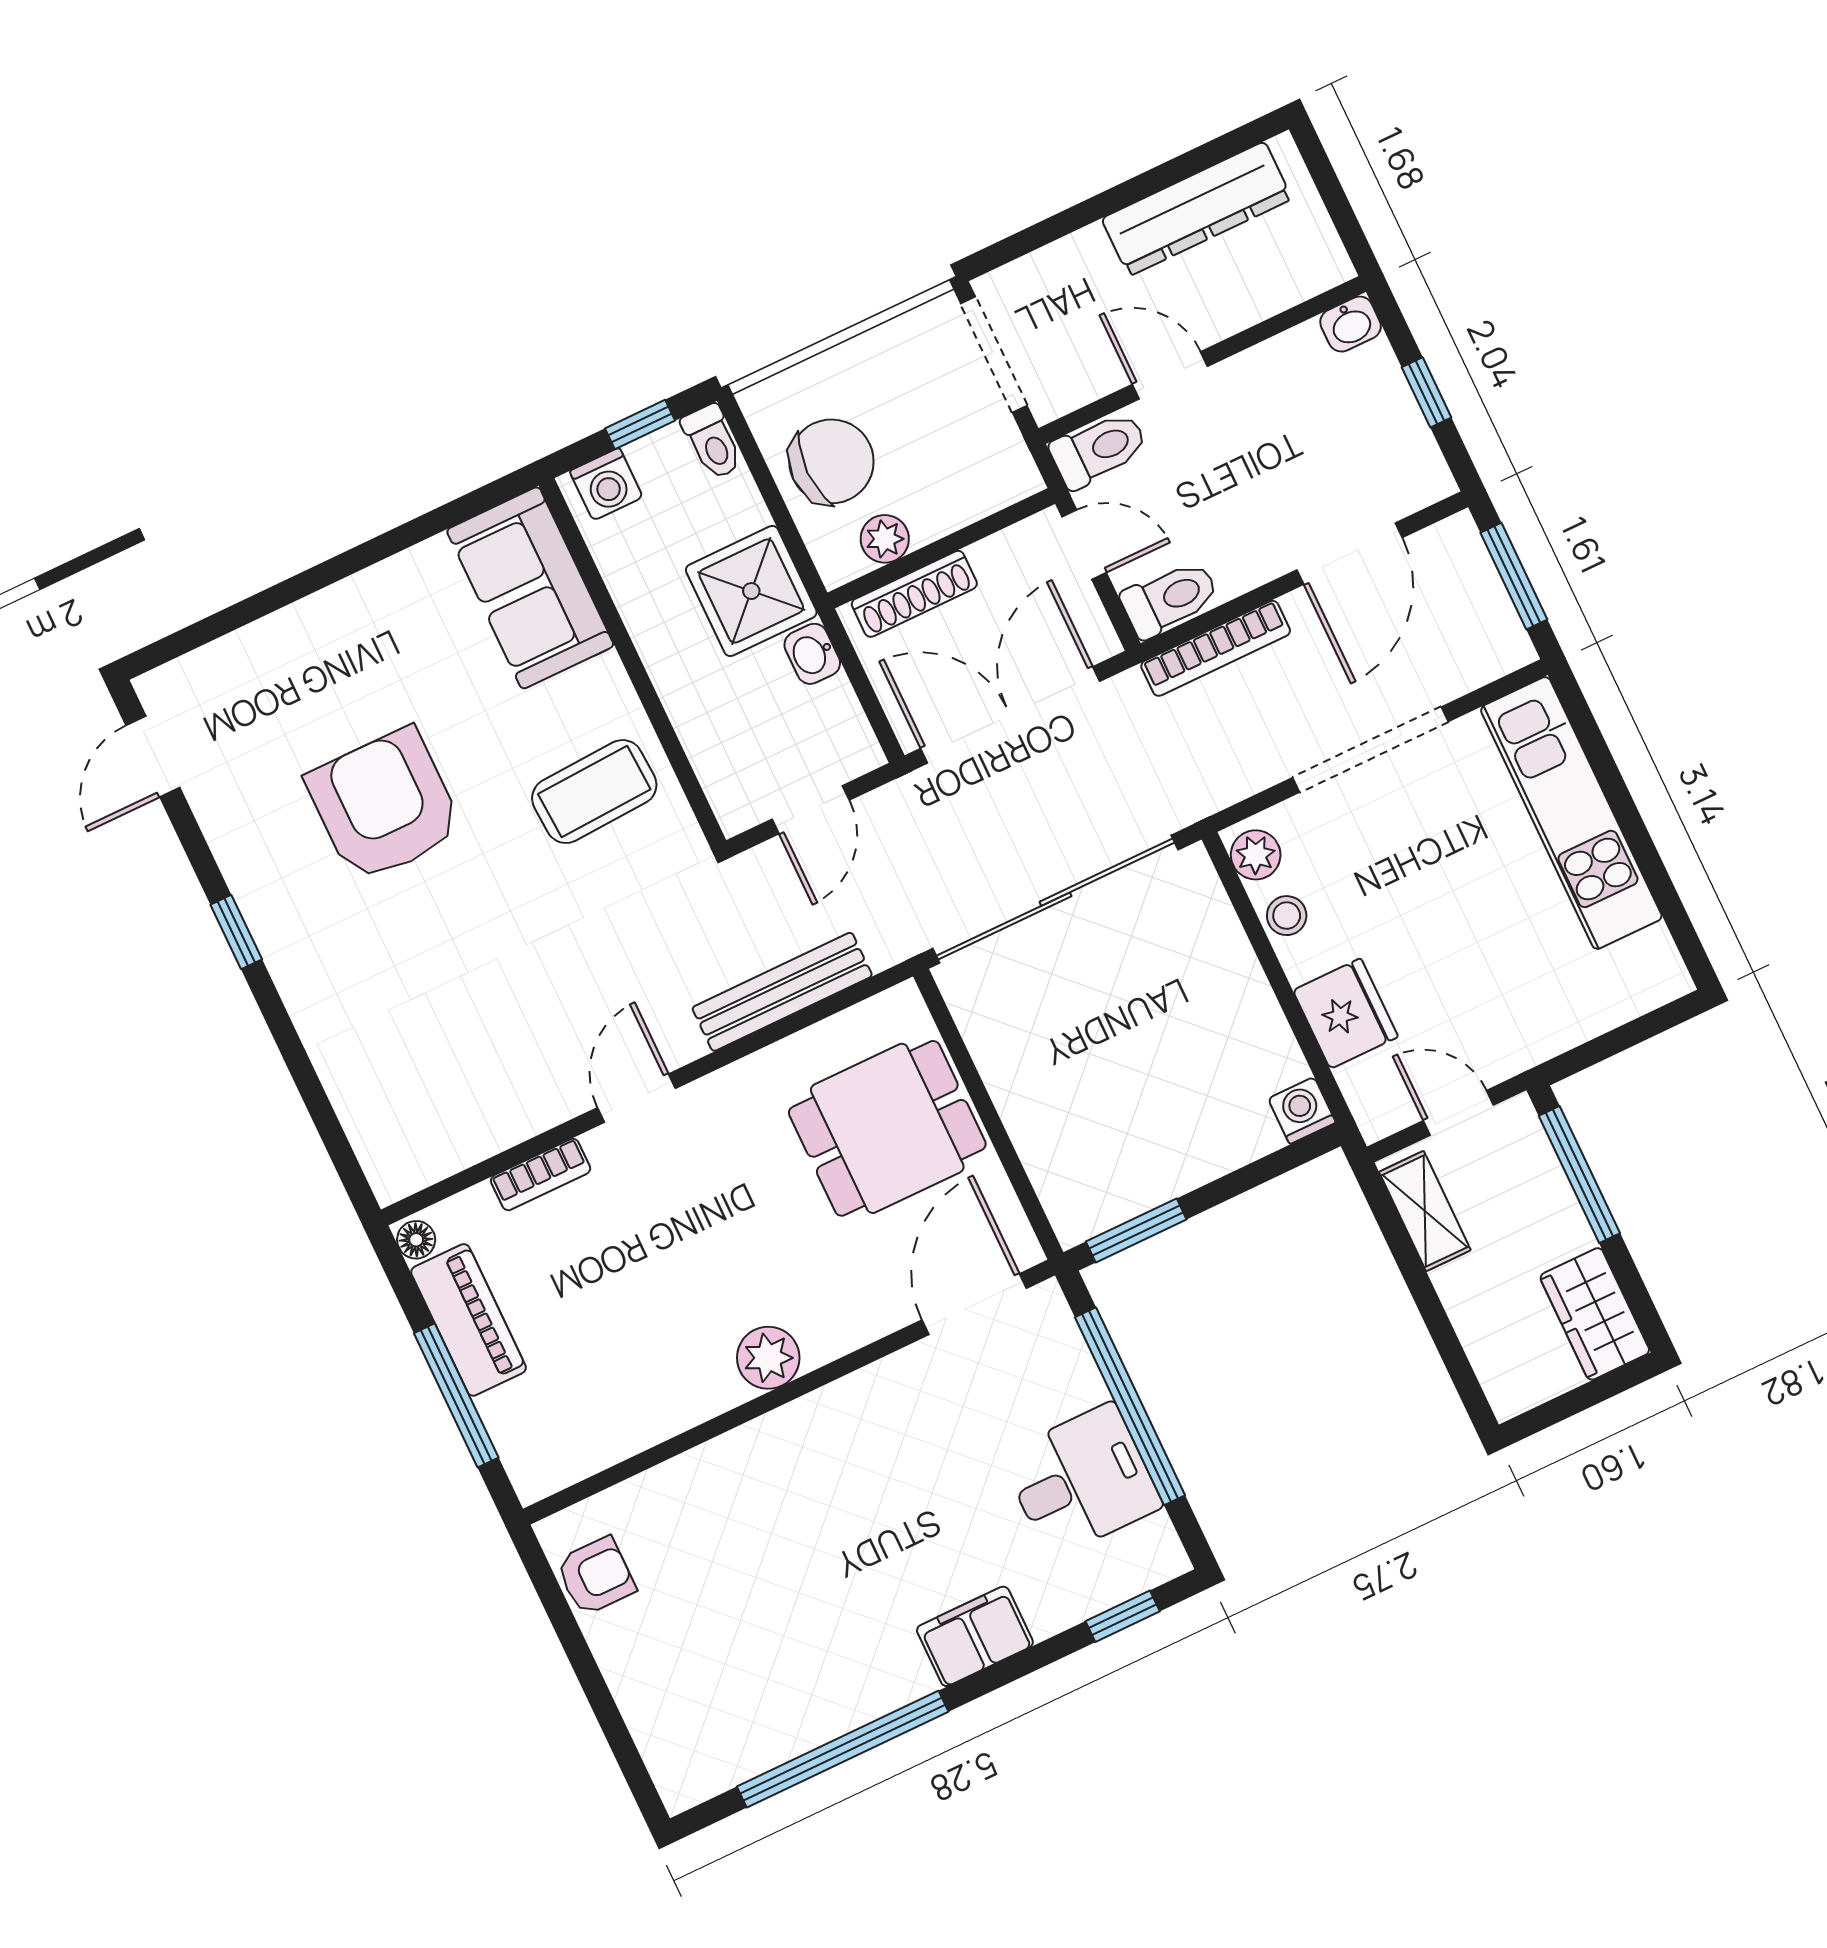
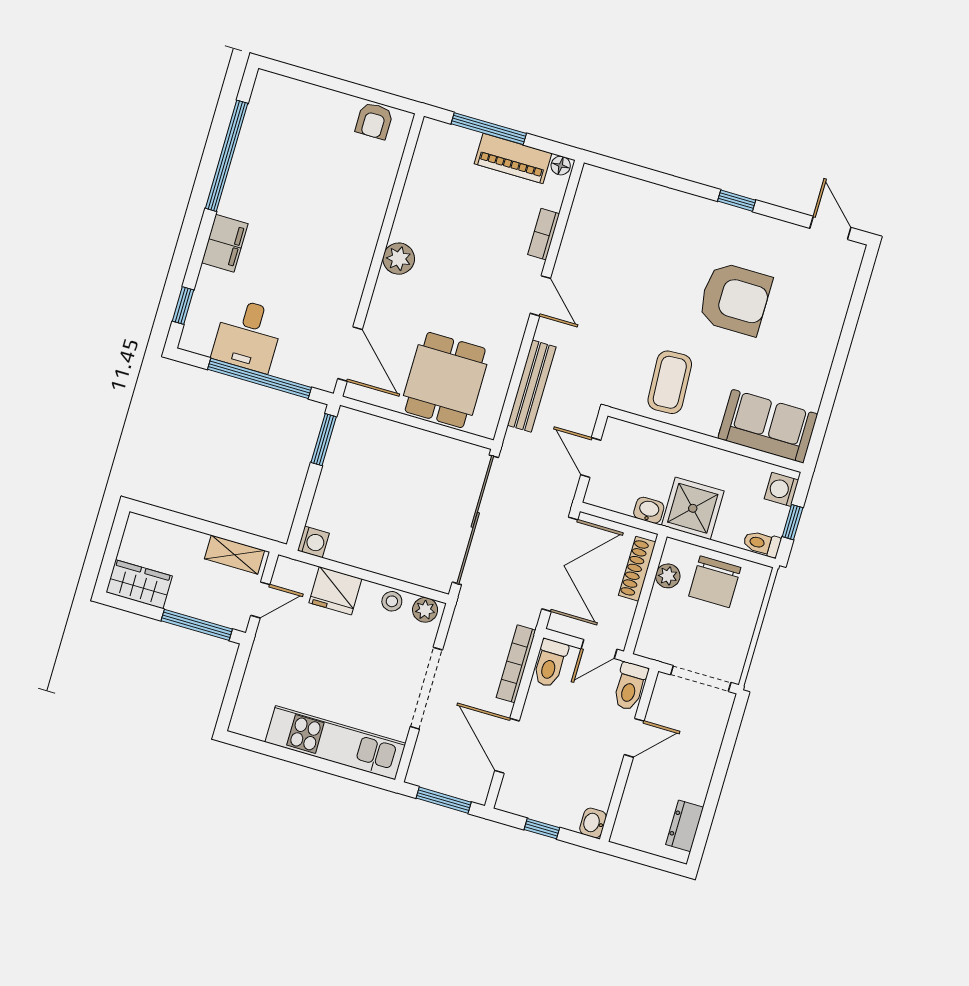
dresser: (1197, 209) -> (685, 826), width x0.51, depth x0.80

